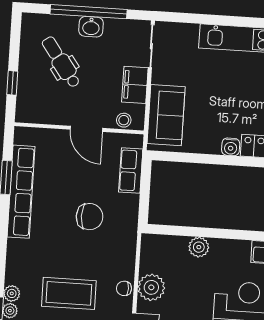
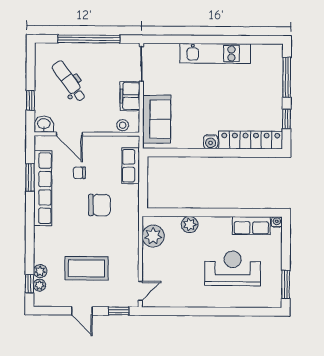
washbasin: (91, 27) -> (44, 124), moved, turned 180
door: (86, 129) -> (69, 134), moved
plant: (151, 287) -> (153, 236), moved
chair: (124, 288) -> (79, 173), moved

